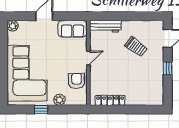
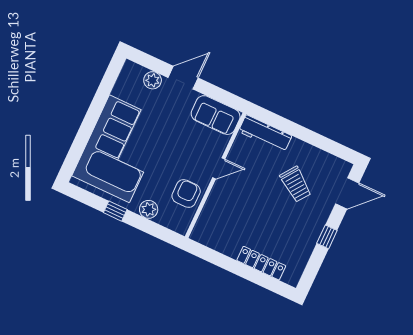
plant: (13, 26) -> (153, 80), moved
locker: (110, 100) -> (261, 263), moved

